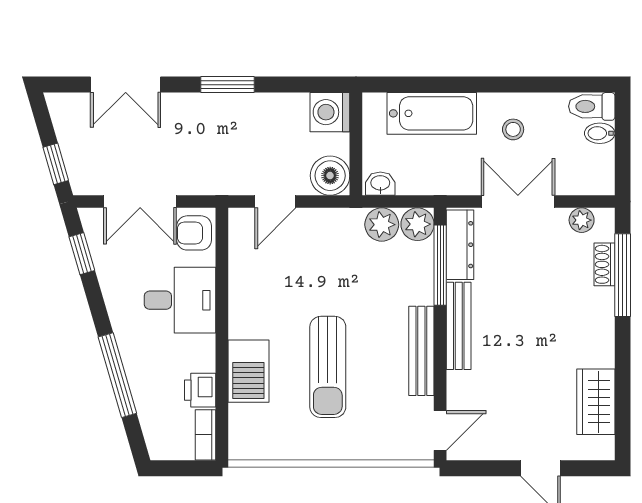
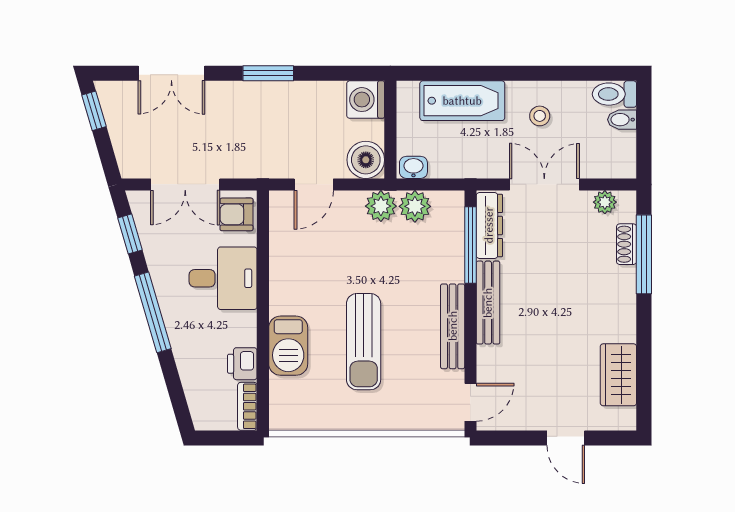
window: (56, 164) -> (94, 111), moved
plant: (417, 224) -> (381, 206), moved
window: (117, 375) -> (153, 312), moved

